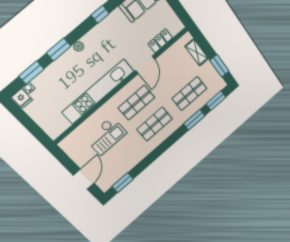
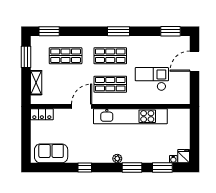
locker: (160, 41) -> (42, 114), moved
window: (194, 120) -> (118, 31), moved

